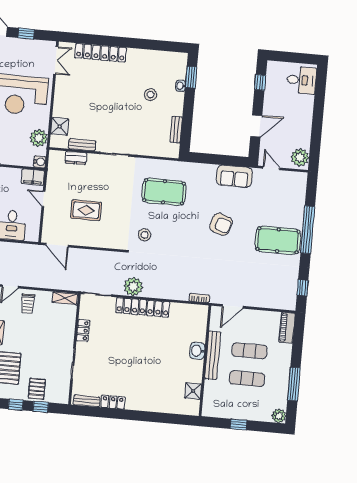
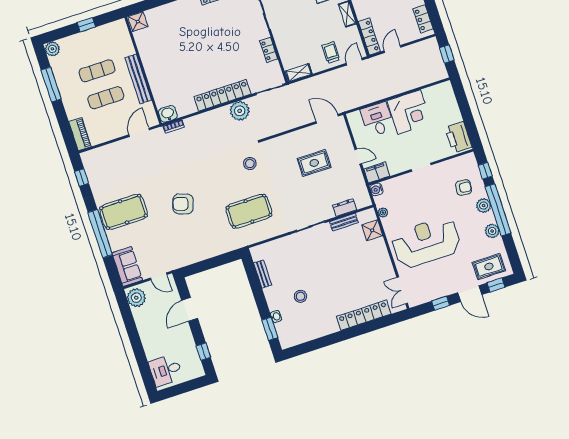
plant: (39, 138) -> (383, 212), width x0.53, depth x0.53
sofa: (234, 176) -> (127, 267), moved, turned 90
washbasin: (197, 351) -> (168, 114), moved, turned -90
shower: (193, 391) -> (138, 22), moved

